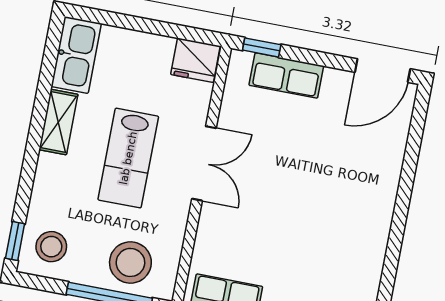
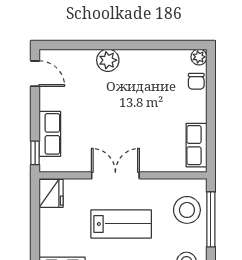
door: (383, 71) -> (35, 74), width x0.73
plant: (382, 185) -> (108, 60), added

